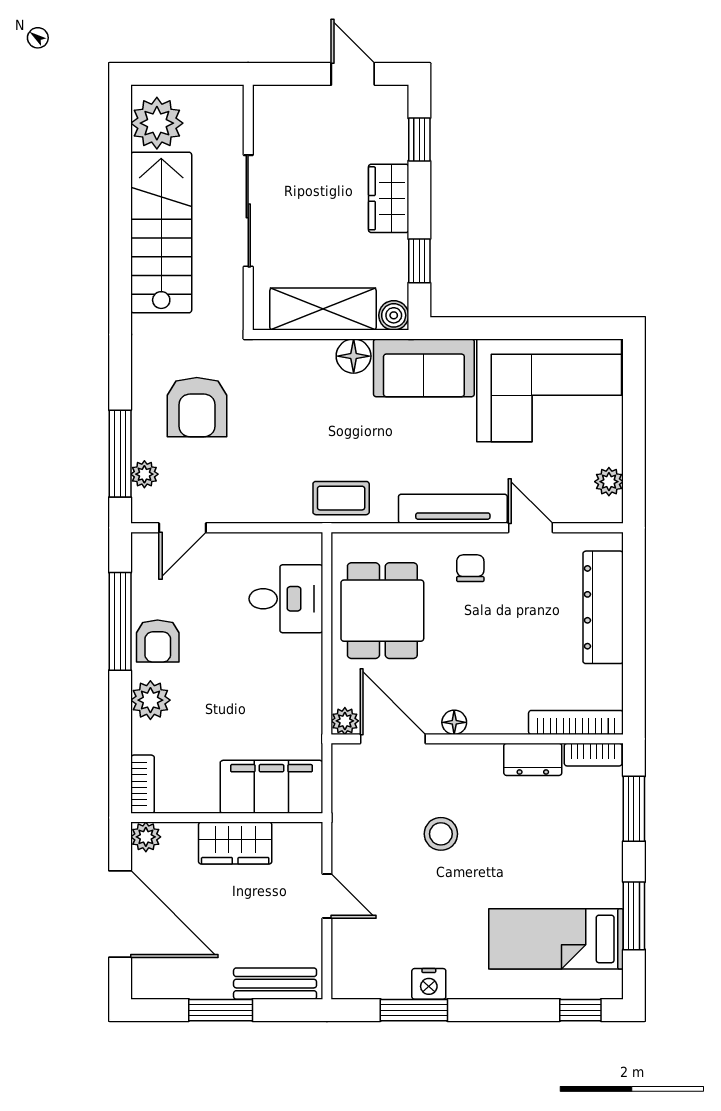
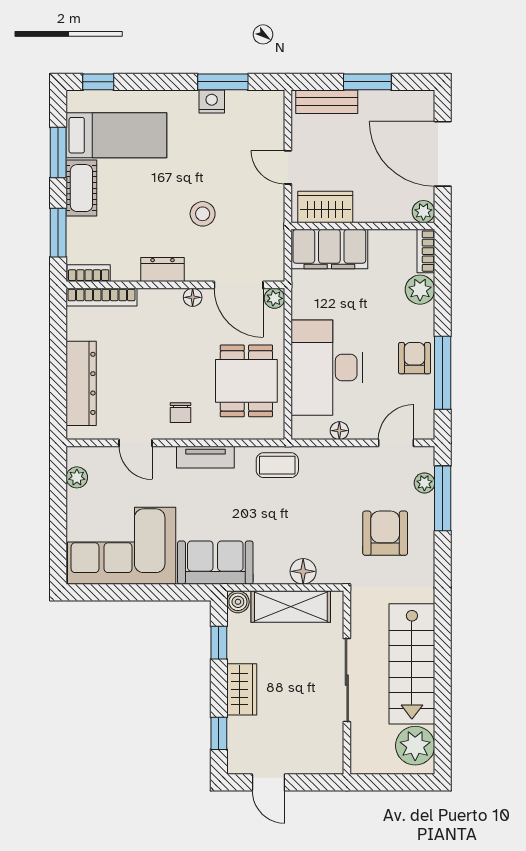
floor lamp: (354, 356) -> (303, 571), moved
tv unit: (453, 509) -> (205, 457), width x0.71
floor lamp: (258, 544) -> (339, 431), added
desk: (286, 599) -> (327, 368), width x1.87, depth x1.30
plant: (150, 700) -> (420, 290), moved
dresser: (533, 759) -> (162, 270), moved
wardrobe: (235, 843) -> (325, 207), moved
cot: (603, 868) -> (81, 188), added

